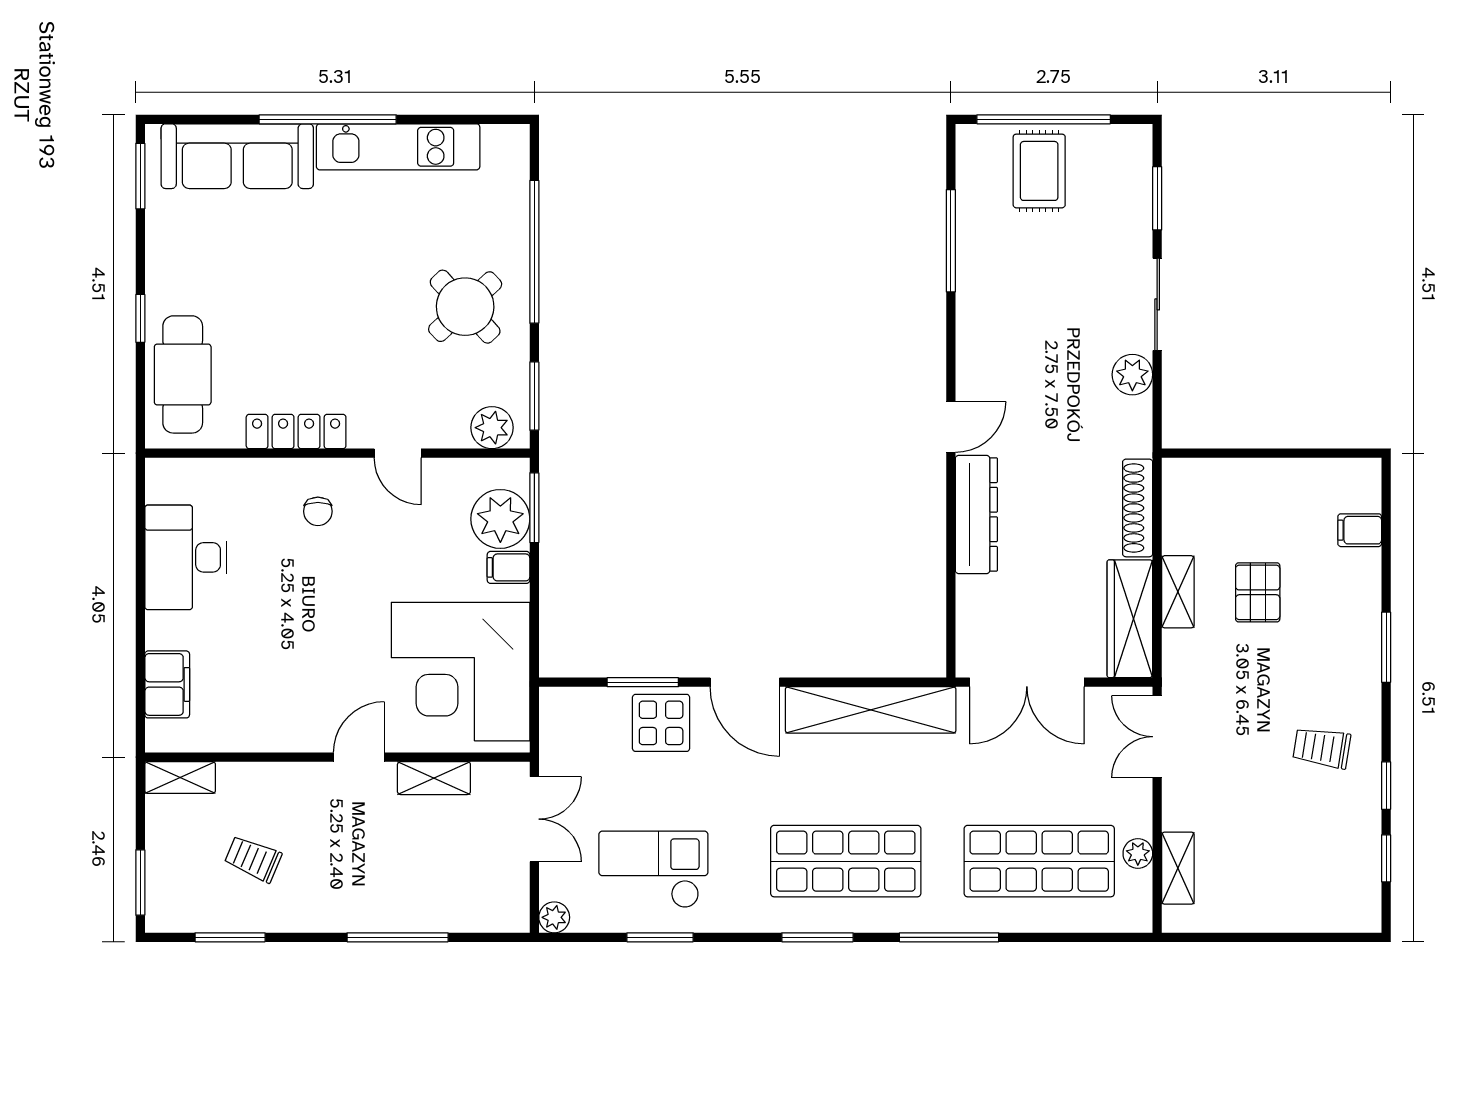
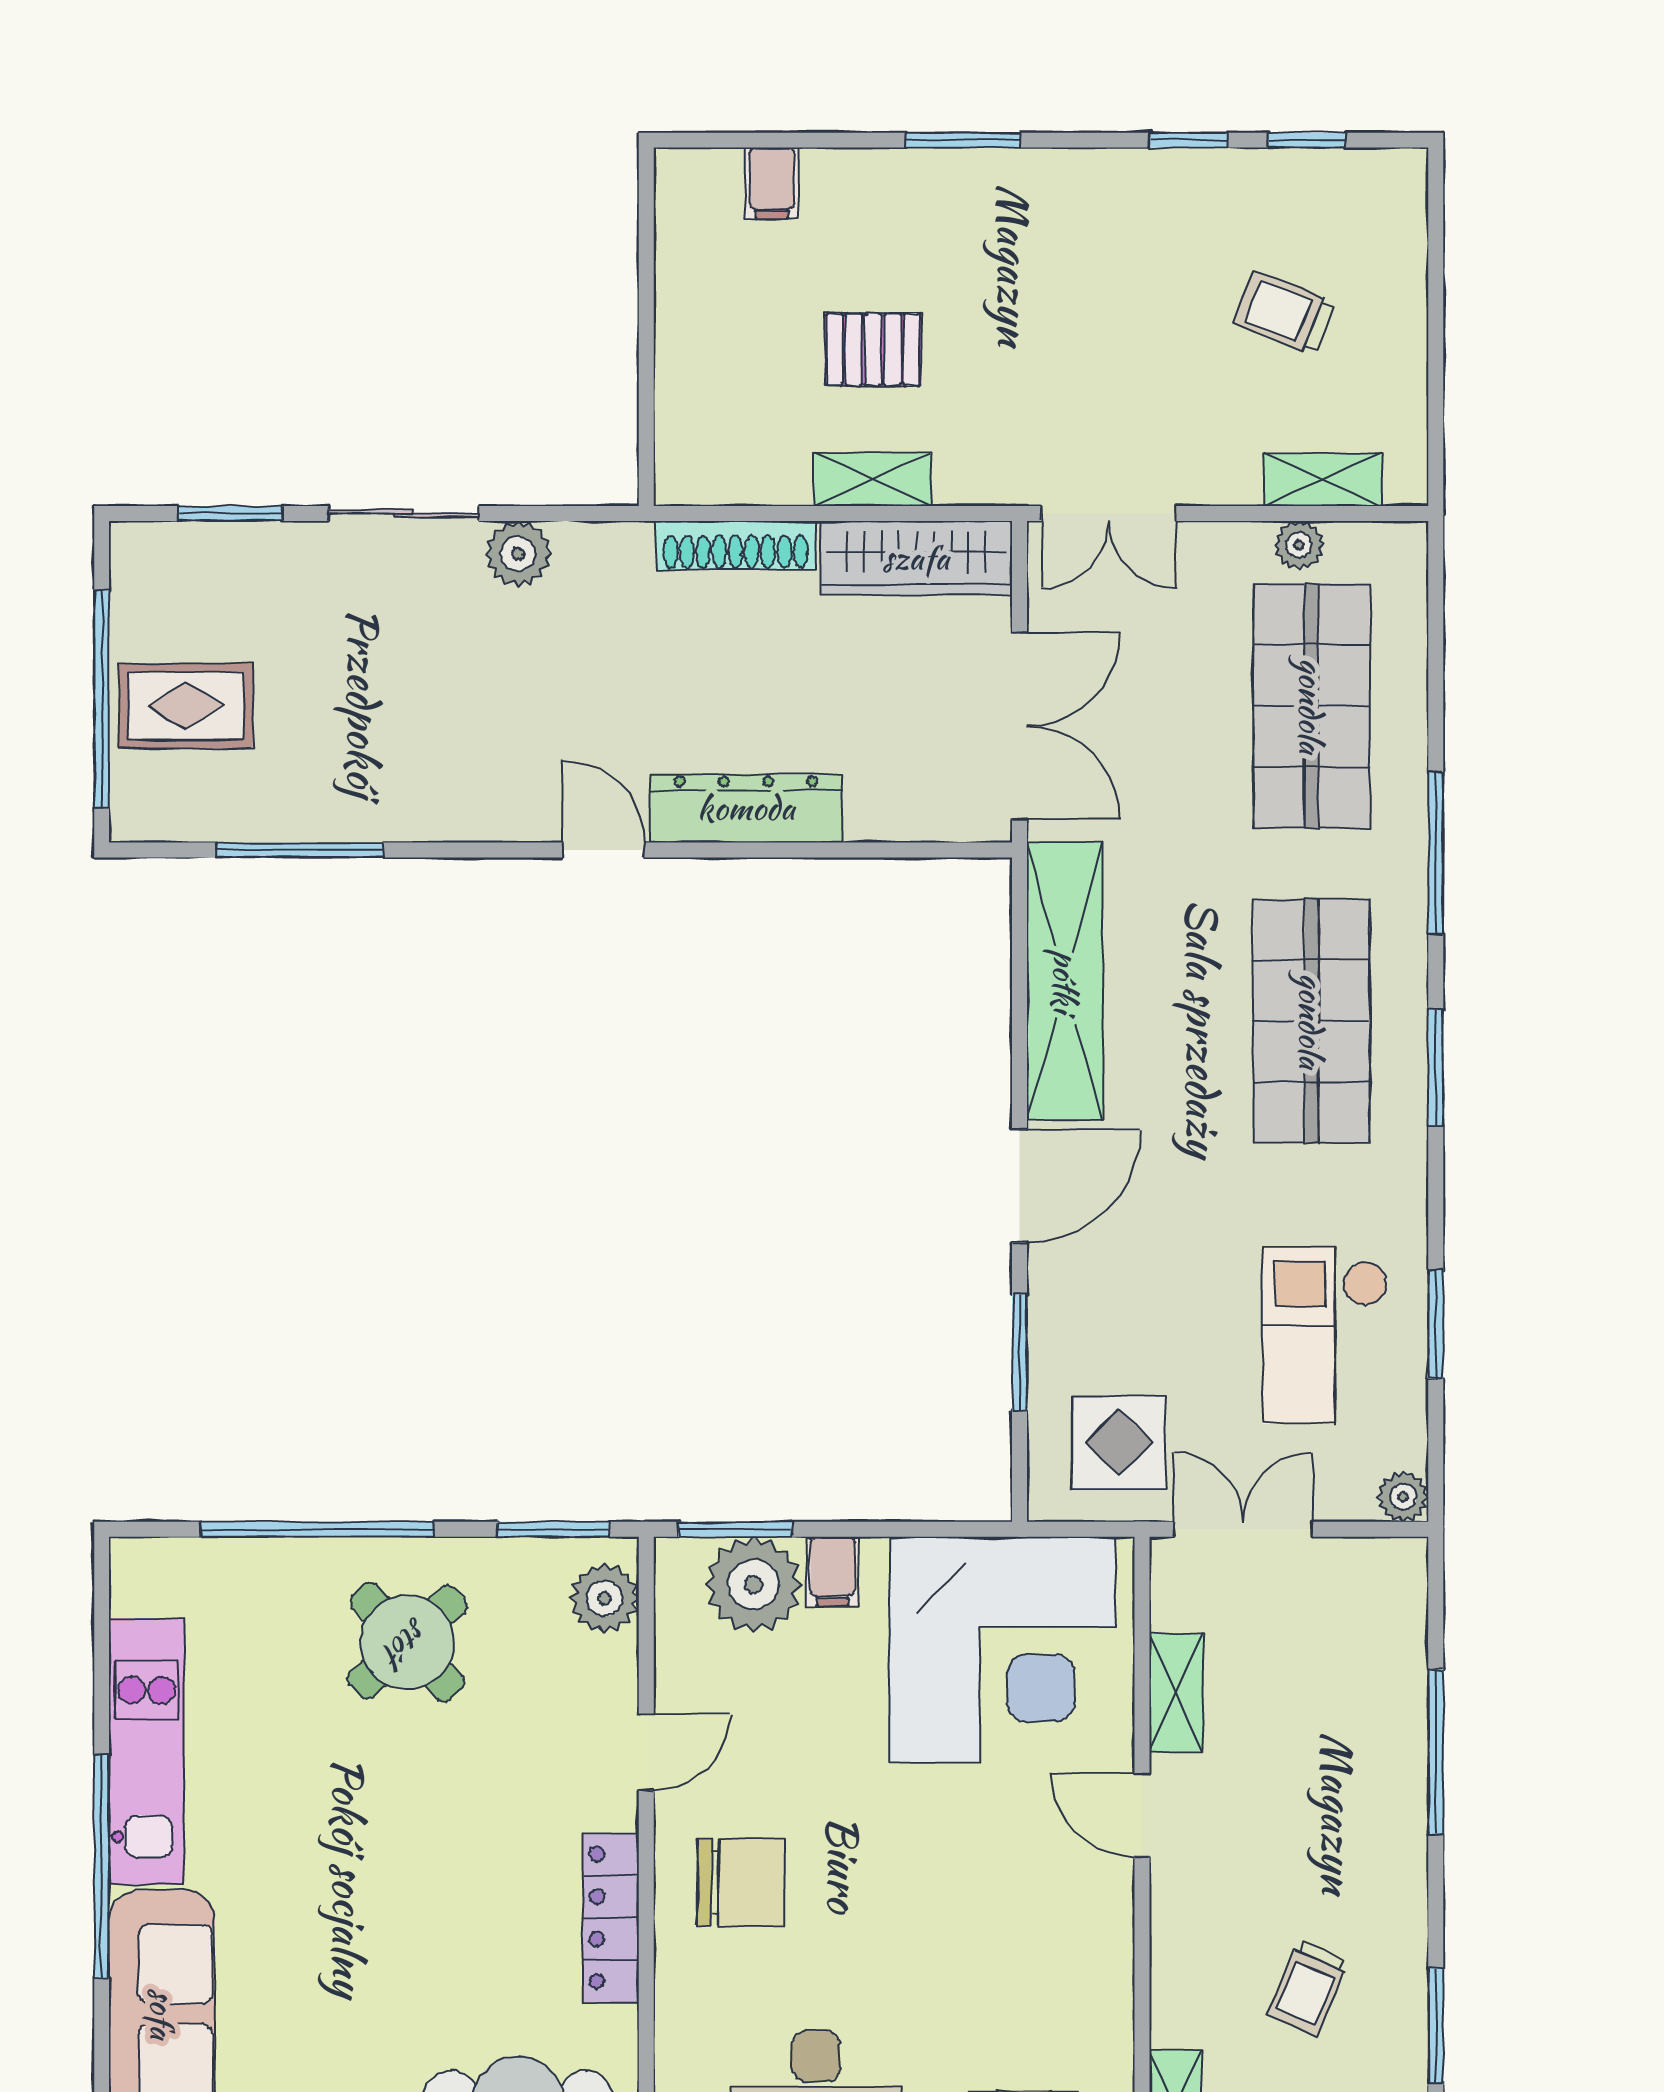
chair: (318, 511) -> (741, 1882), width x1.87, depth x1.87
display table: (661, 723) -> (1119, 1442), moved
trolley: (1322, 748) -> (1284, 313), moved, turned 103

